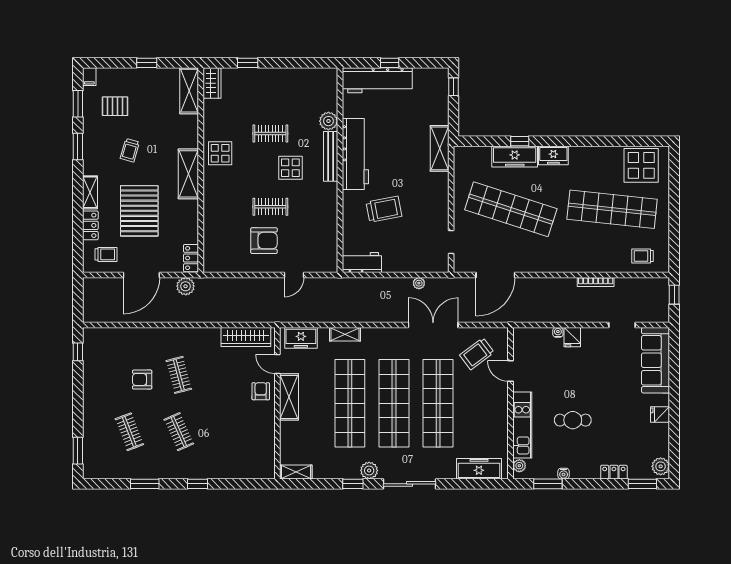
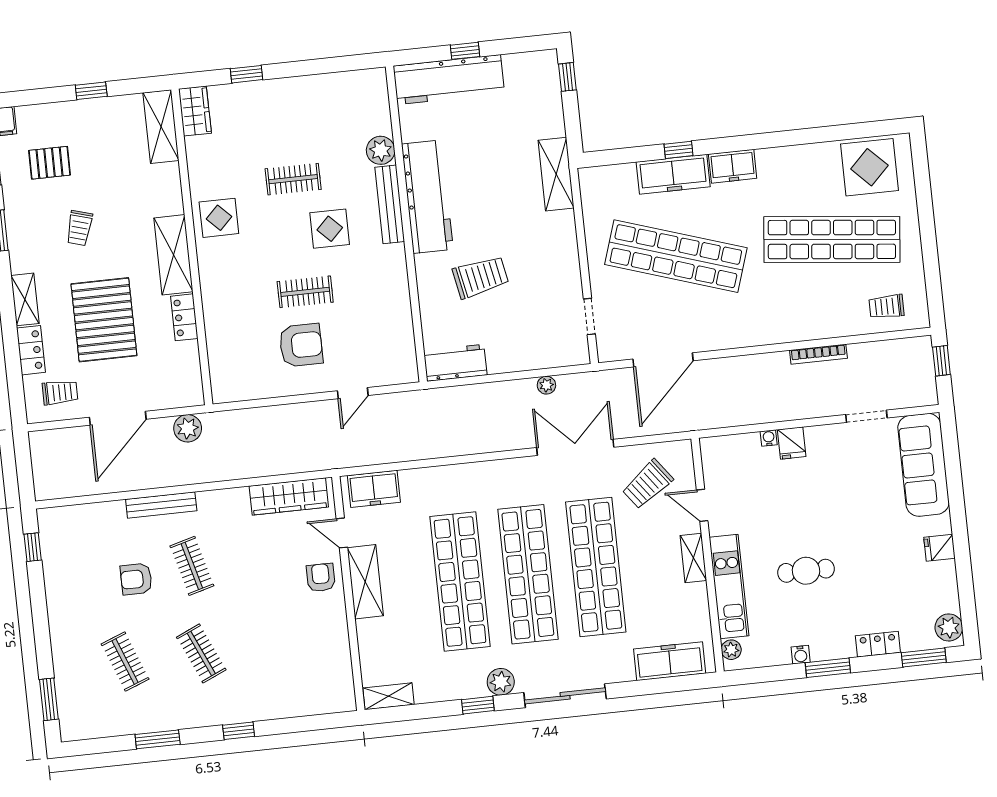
locker: (191, 258) -> (184, 317), moved
bench: (163, 334) -> (161, 505), added
shelving: (345, 334) -> (693, 558), moved, turned 90
window: (548, 484) -> (828, 668), moved

